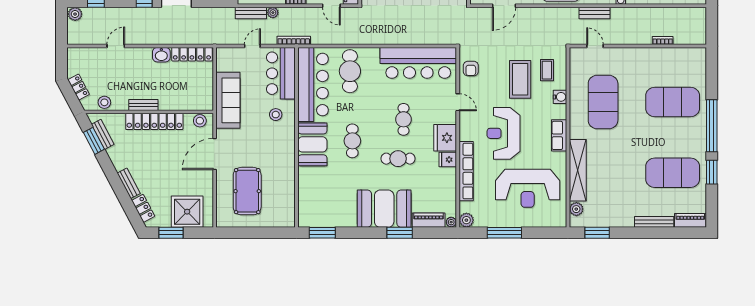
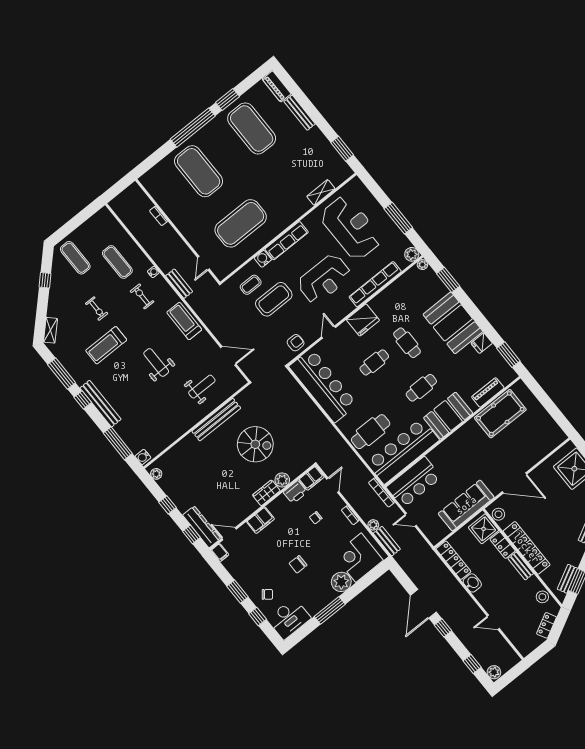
shower: (198, 99) -> (484, 529), added
locker: (172, 104) -> (503, 545), added
stool: (276, 115) -> (448, 461), removed
row of seats: (559, 135) -> (287, 241), width x1.48
fridge: (448, 160) -> (482, 343), moved, turned 90
shelving: (578, 170) -> (321, 193), width x0.45, depth x0.75
pool table: (247, 191) -> (500, 414), moved
plant: (576, 209) -> (337, 179), removed
piano: (429, 220) -> (488, 392), moved, turned 90
window: (400, 233) -> (448, 280), moved

